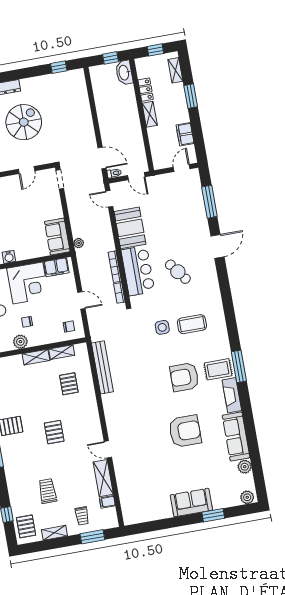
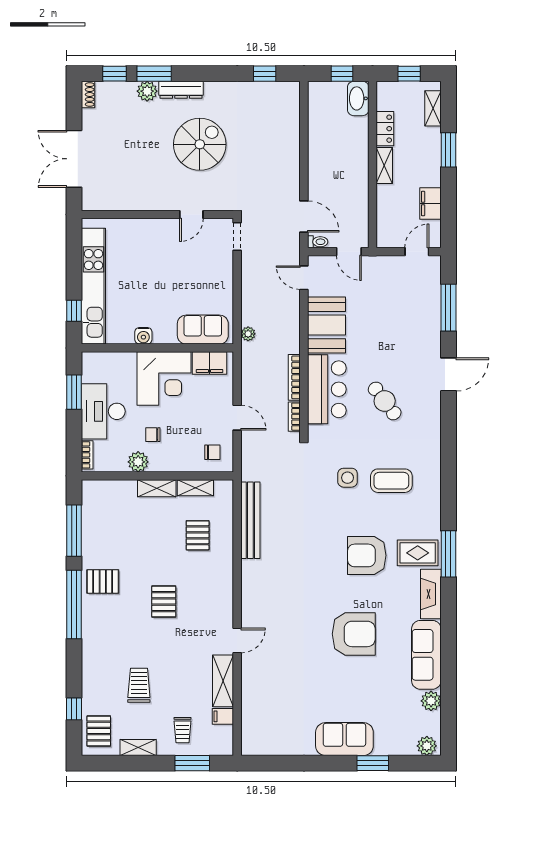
sofa: (57, 237) -> (203, 330), moved, turned 90
door: (108, 449) -> (237, 640), swing flipped

